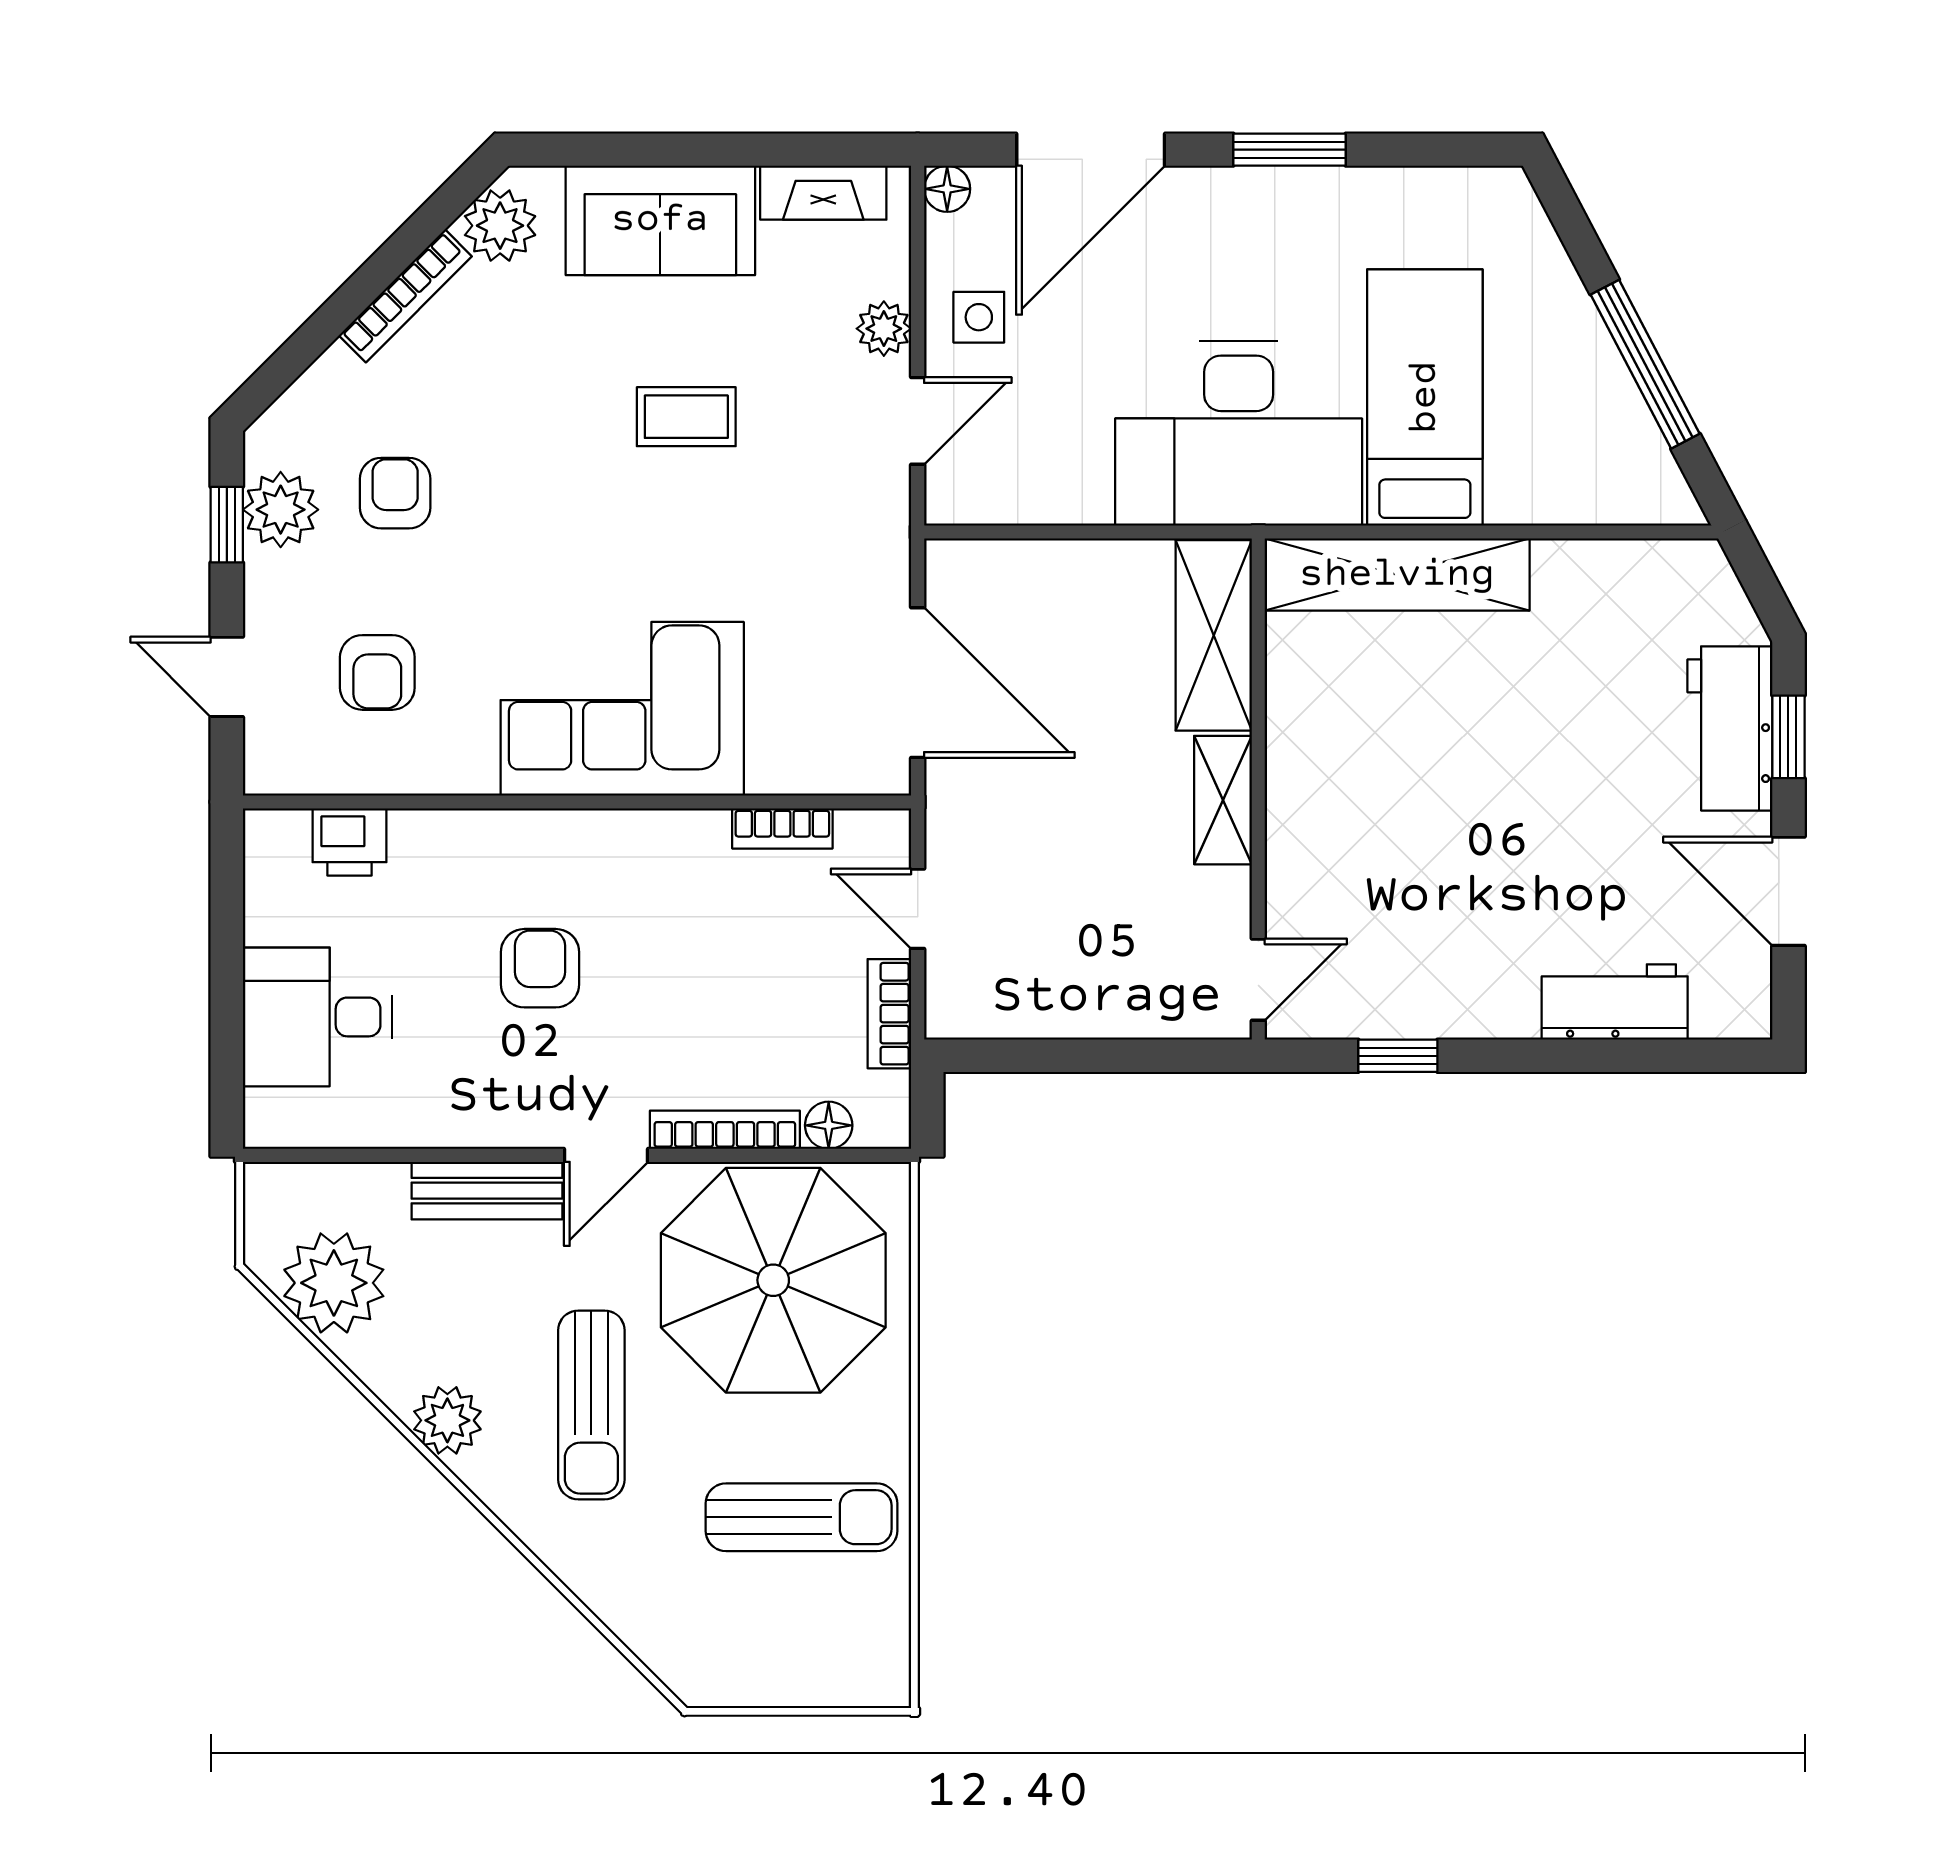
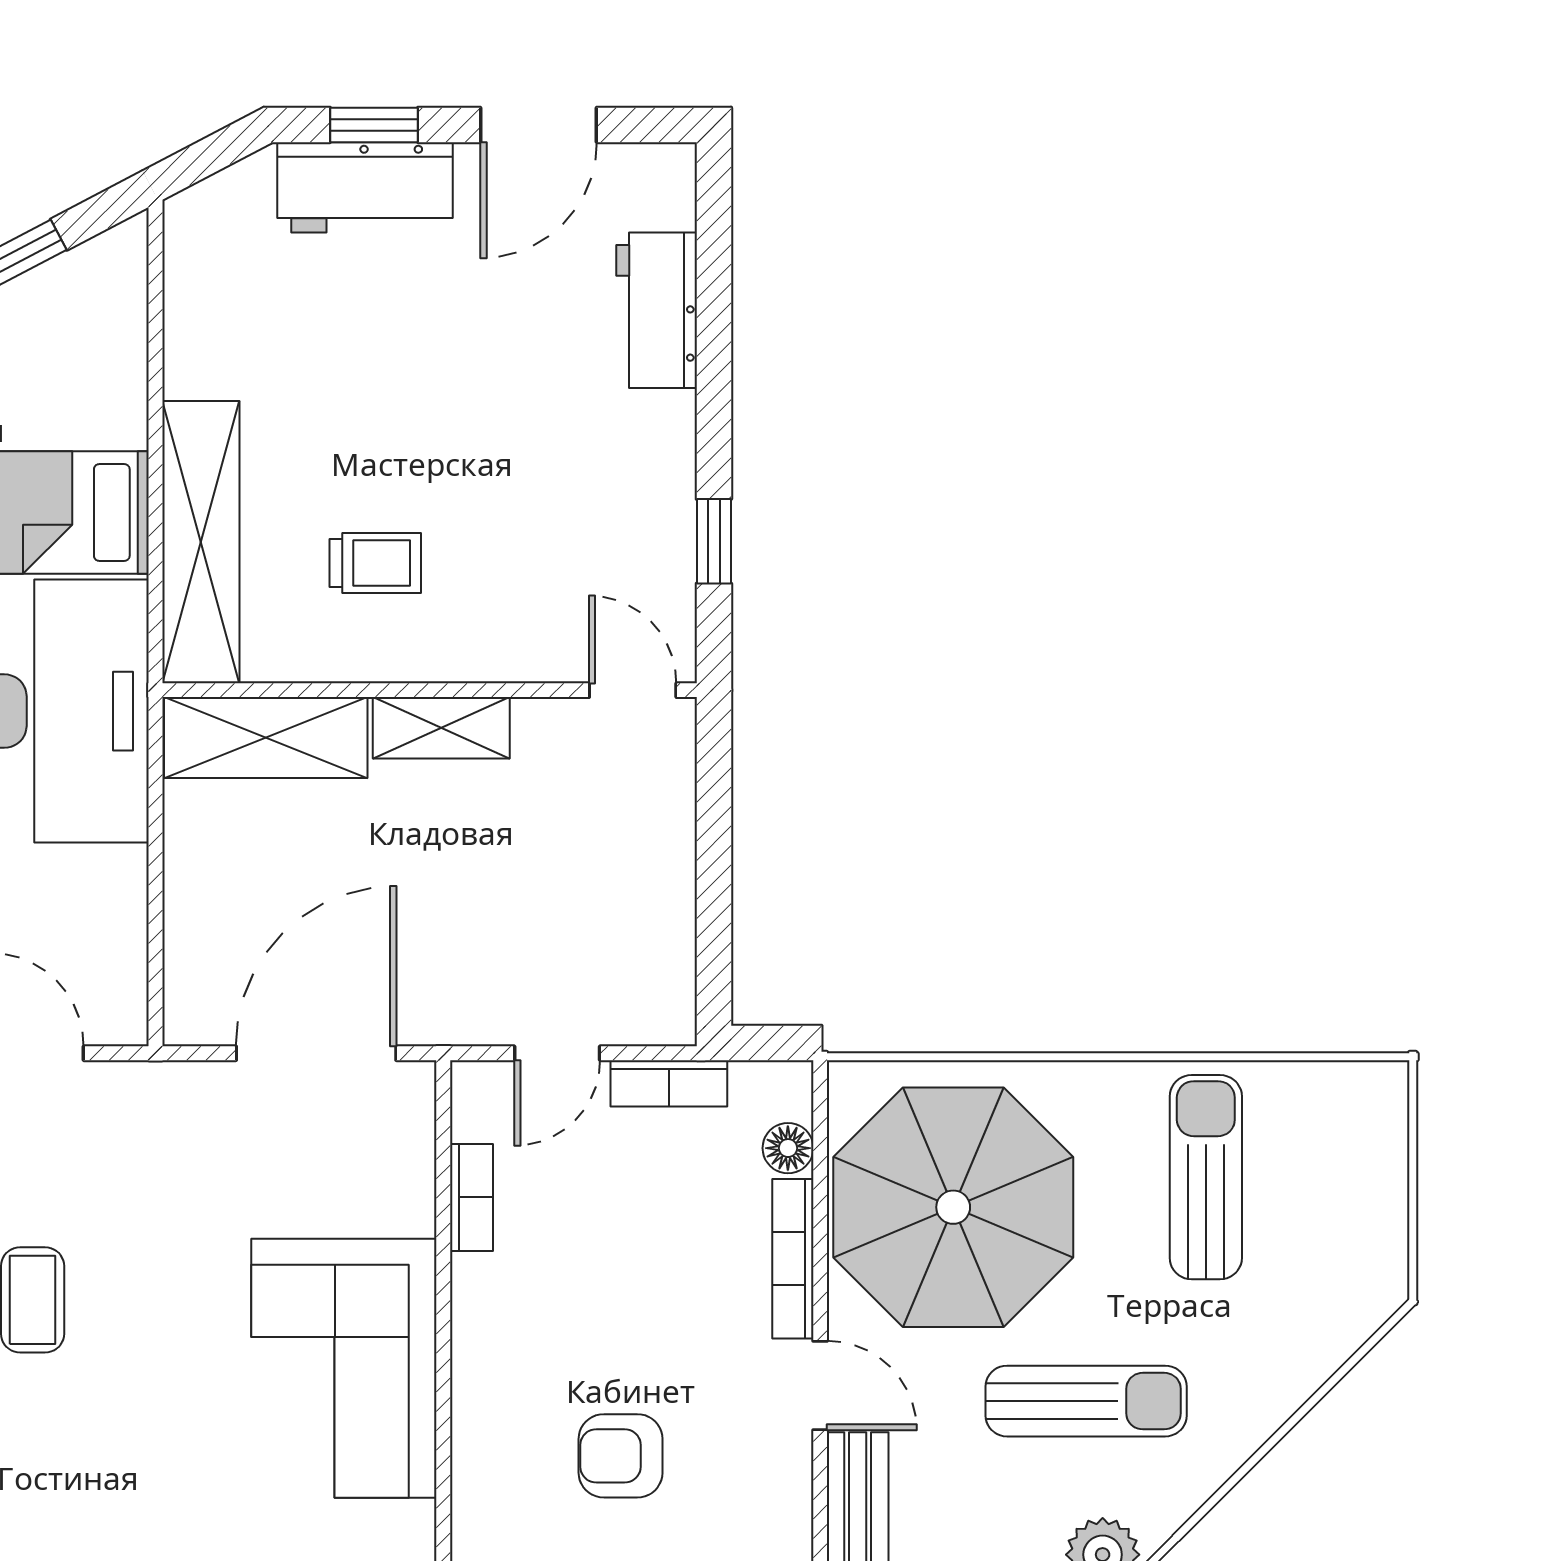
trolley: (1377, 738) -> (375, 563), added

